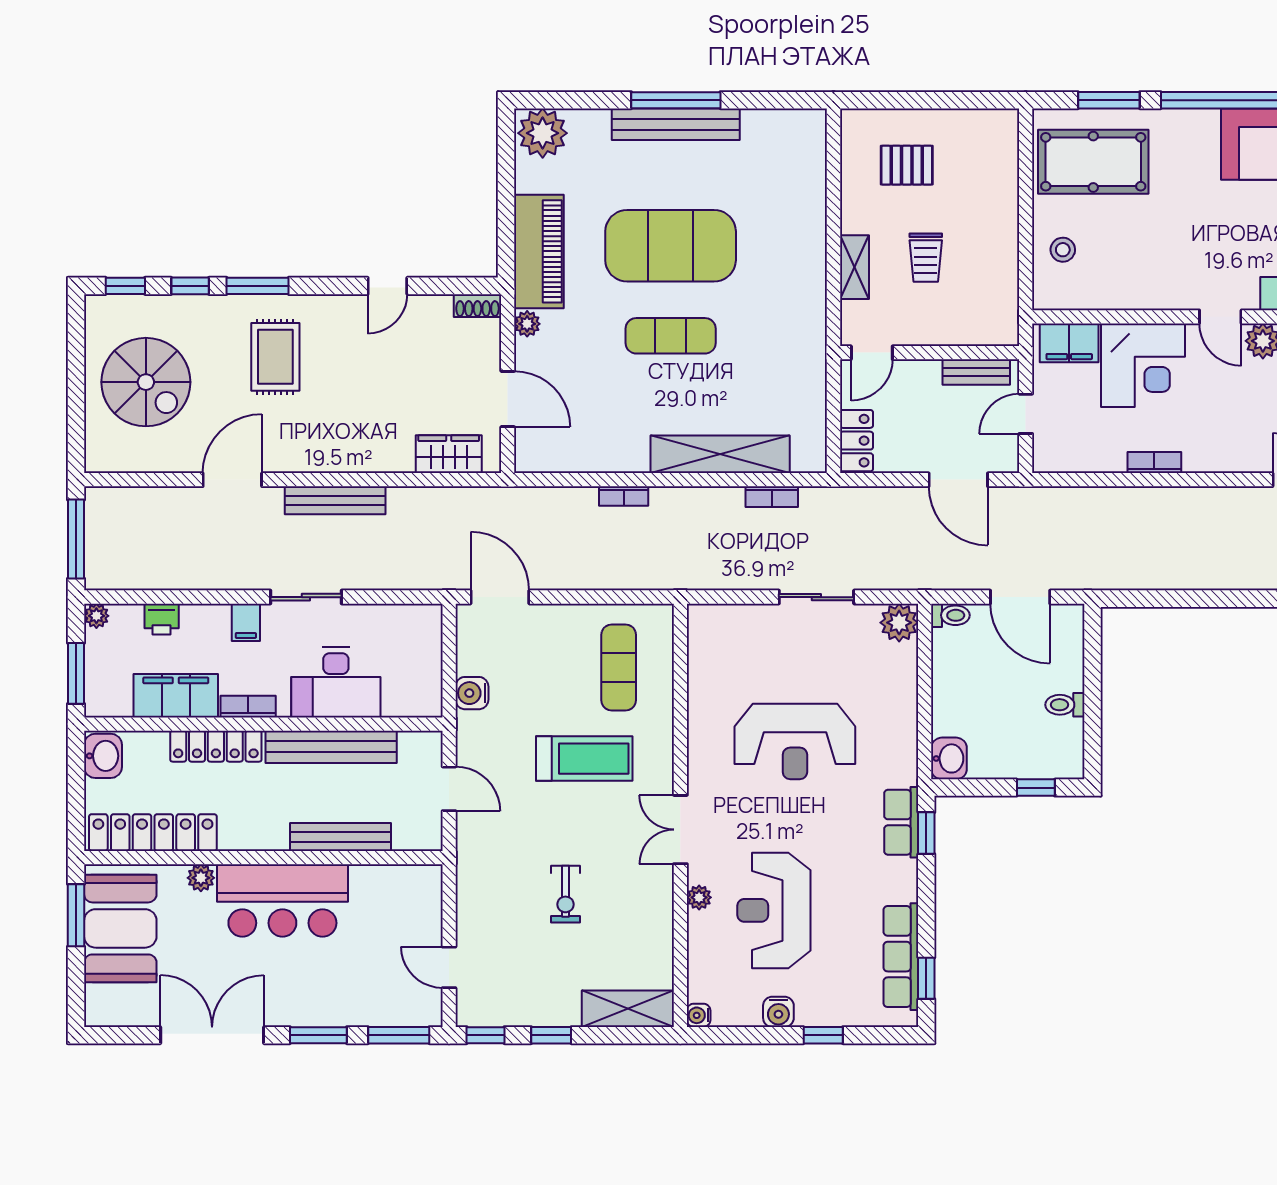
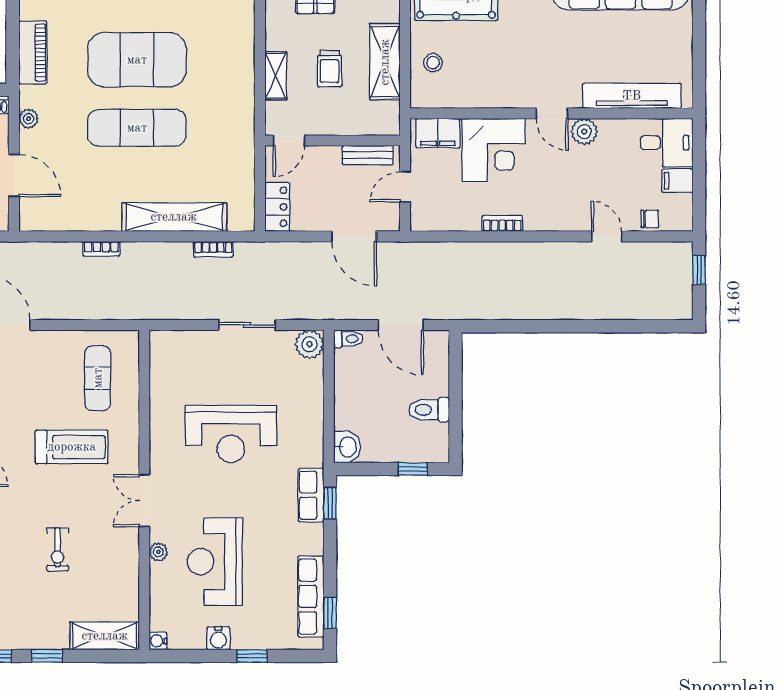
shelving: (999, 248) -> (385, 62), added
piano: (539, 251) -> (33, 52), width x0.73, depth x0.75
exercise mat: (671, 336) -> (137, 128), width x1.36, depth x1.45
toilet: (1065, 705) -> (429, 410), width x1.37, depth x1.39

